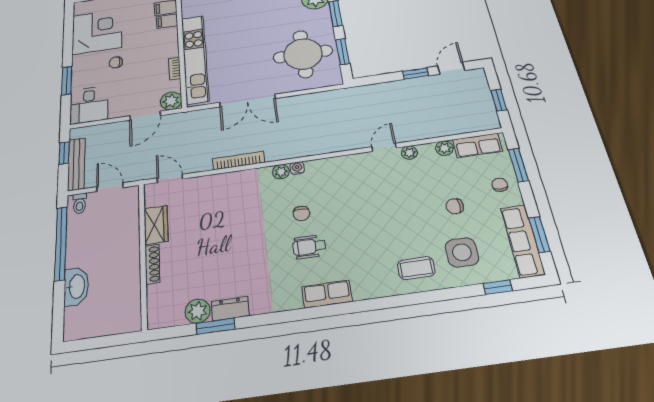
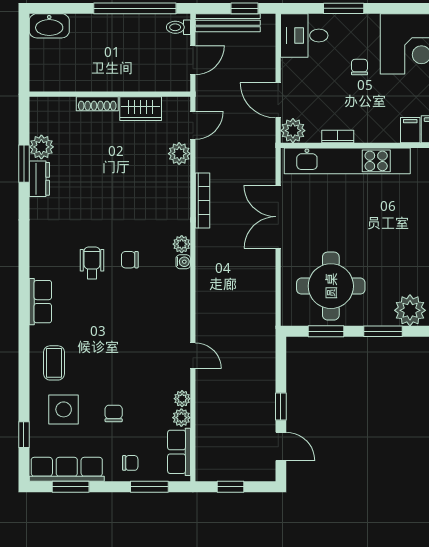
plant: (409, 153) -> (182, 399), moved
plant: (197, 186) -> (179, 154), added
washbasin: (76, 287) -> (49, 26), moved
row of seats: (327, 294) -> (40, 302), moved

